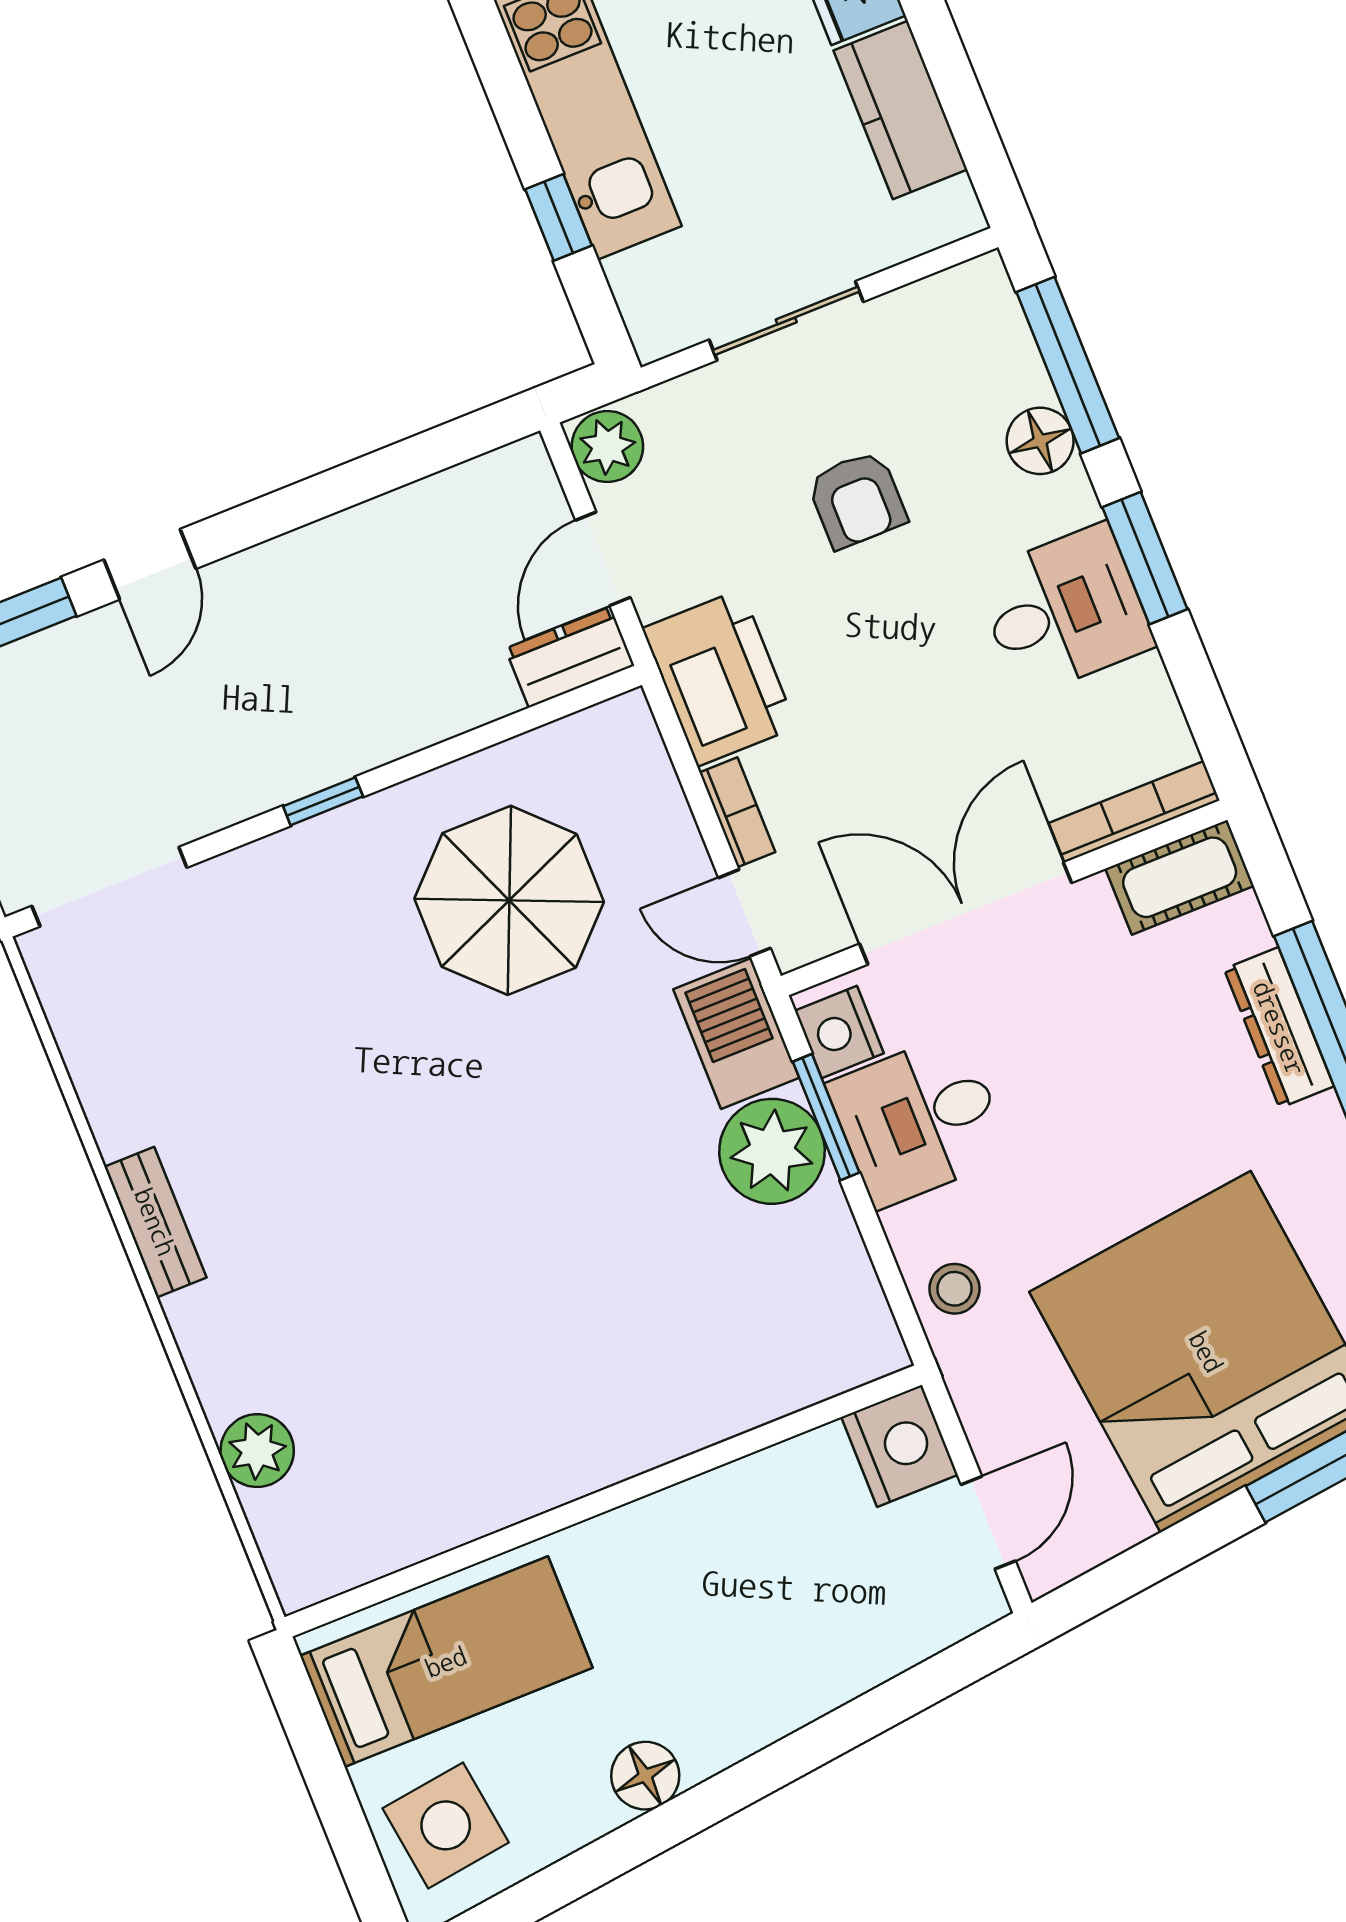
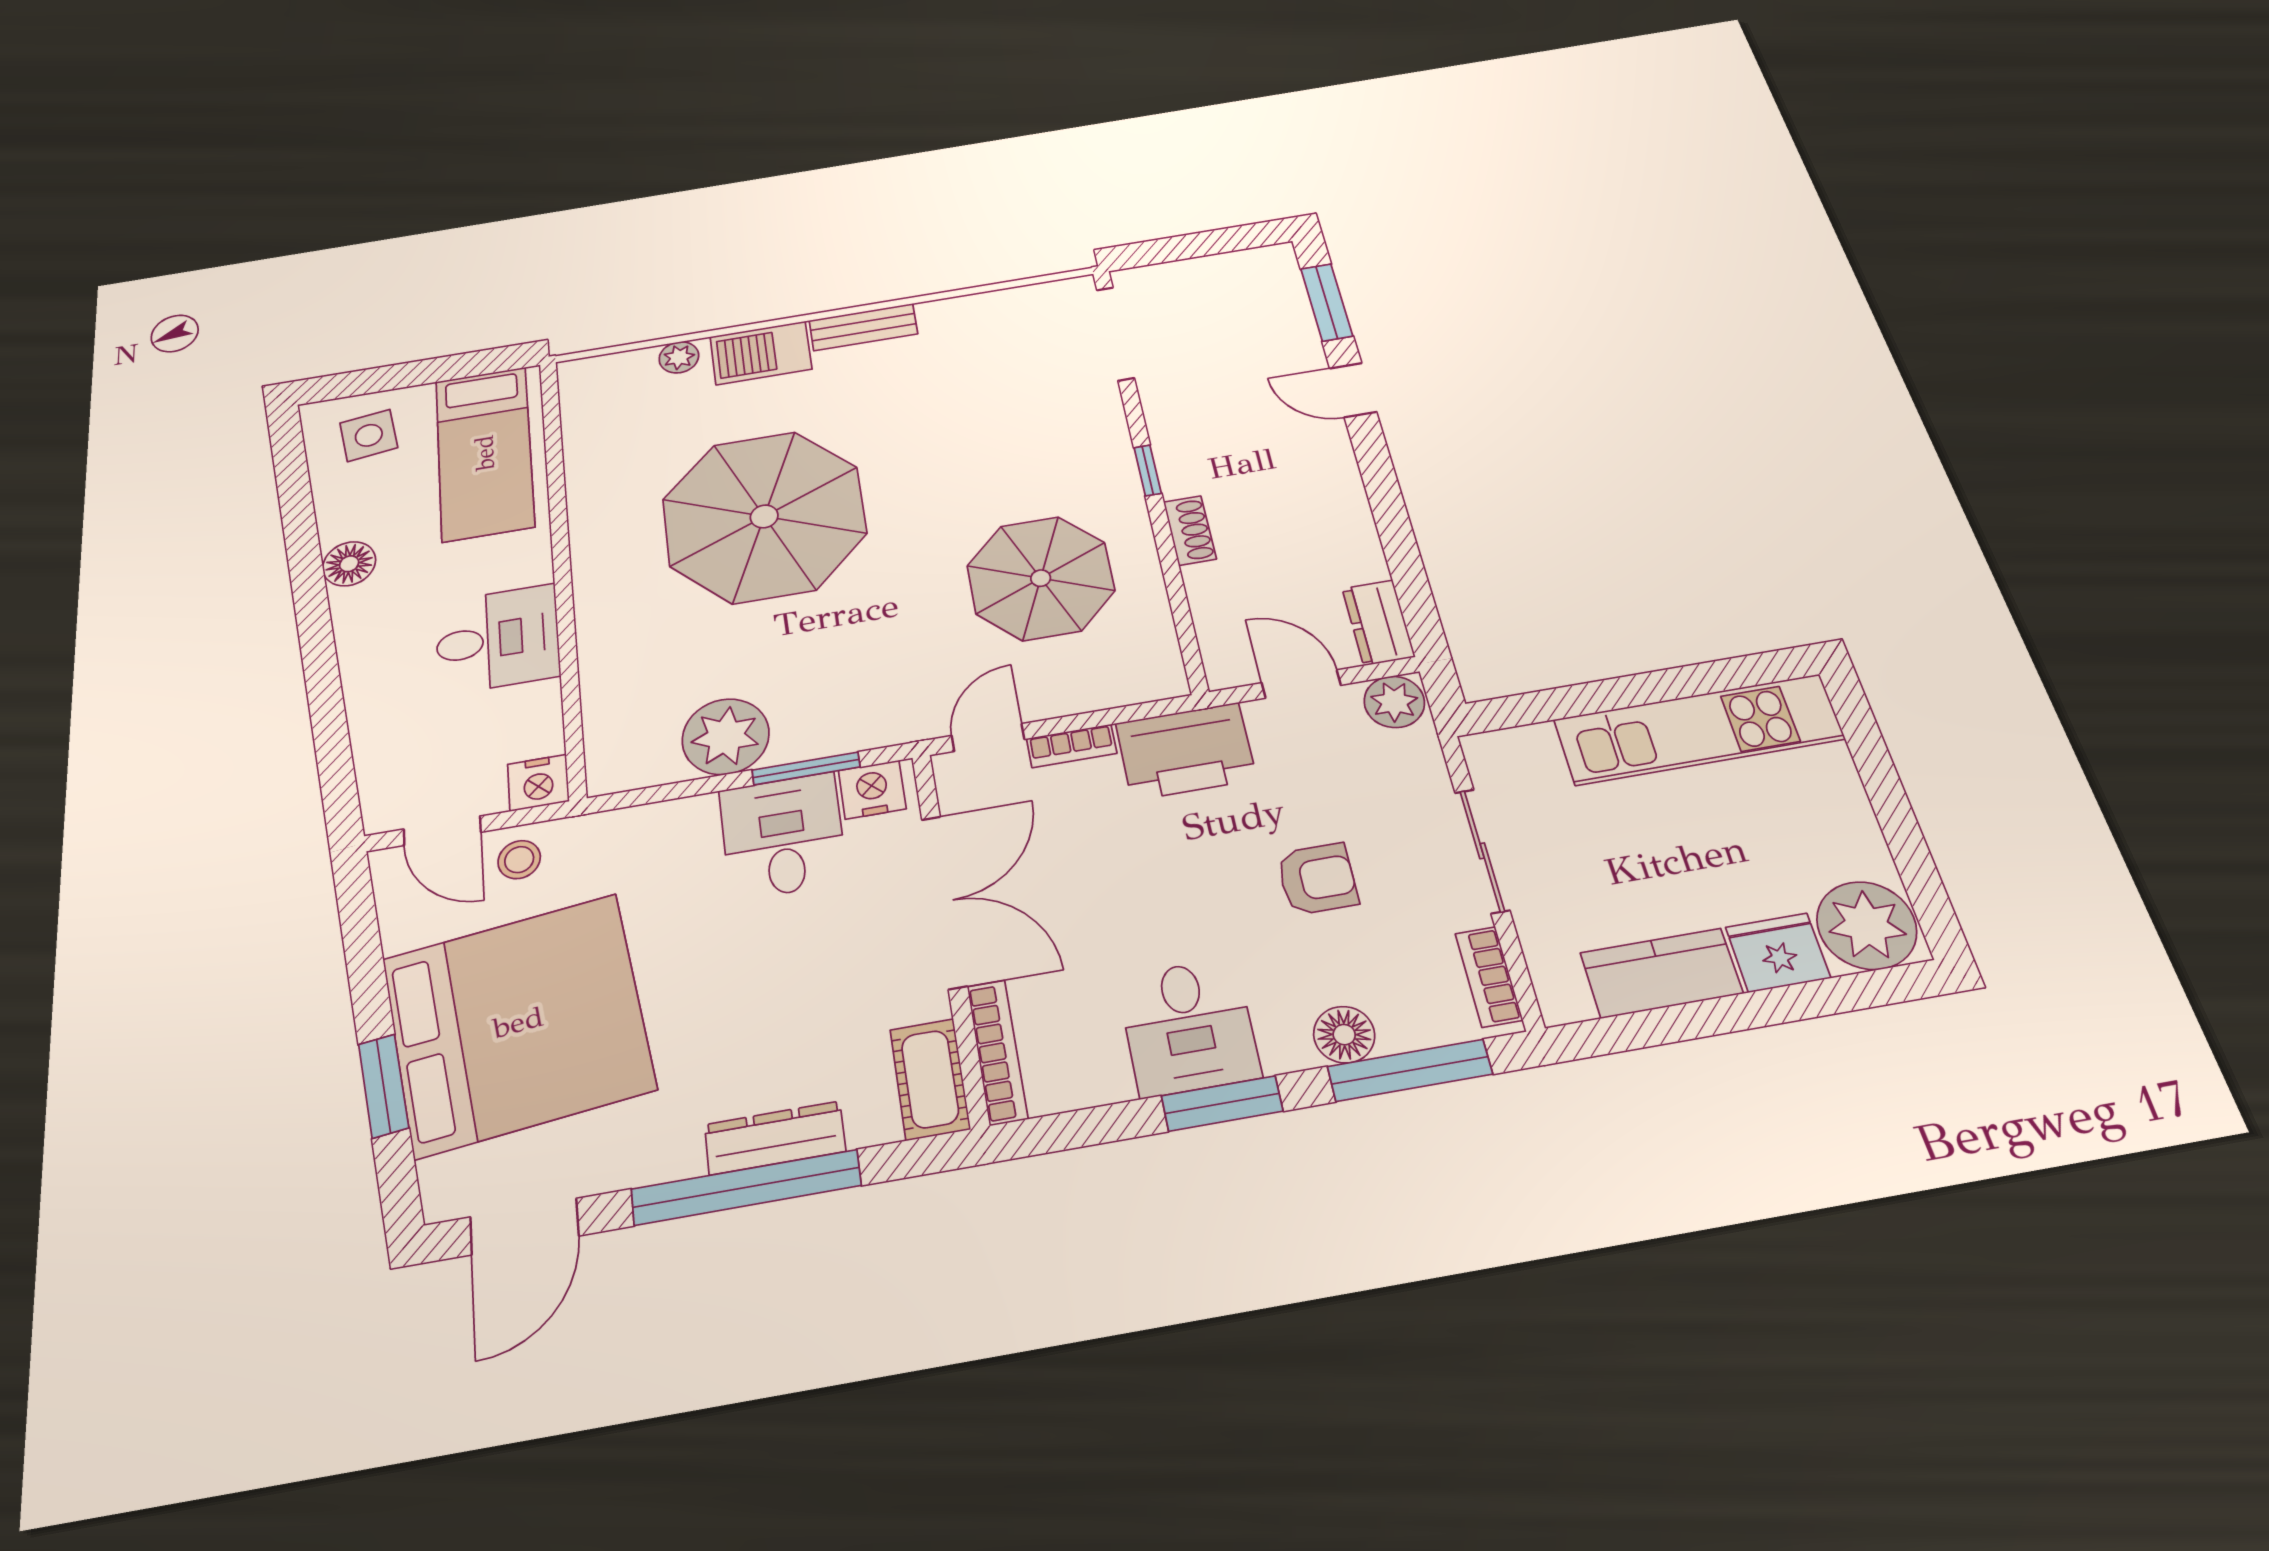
window: (559, 217) -> (1593, 697), removed
bookcase: (941, 295) -> (1489, 977), added
armchair: (857, 499) -> (1317, 879), turned 180
dresser: (570, 657) -> (1378, 623), moved, turned 180
shoe rack: (405, 731) -> (1190, 530), added
barbecue: (736, 1033) -> (761, 353), moved, turned 180
plant: (772, 1151) -> (726, 737), moved
parasol: (480, 1269) -> (764, 516), added
stool: (955, 1289) -> (519, 860), moved
nightstand: (900, 1446) -> (538, 783), width x0.74, depth x0.75
plant: (257, 1451) -> (679, 357), width x0.73, depth x0.73
desk: (719, 1547) -> (498, 639), added
side table: (446, 1825) -> (369, 435), width x0.73, depth x0.73

